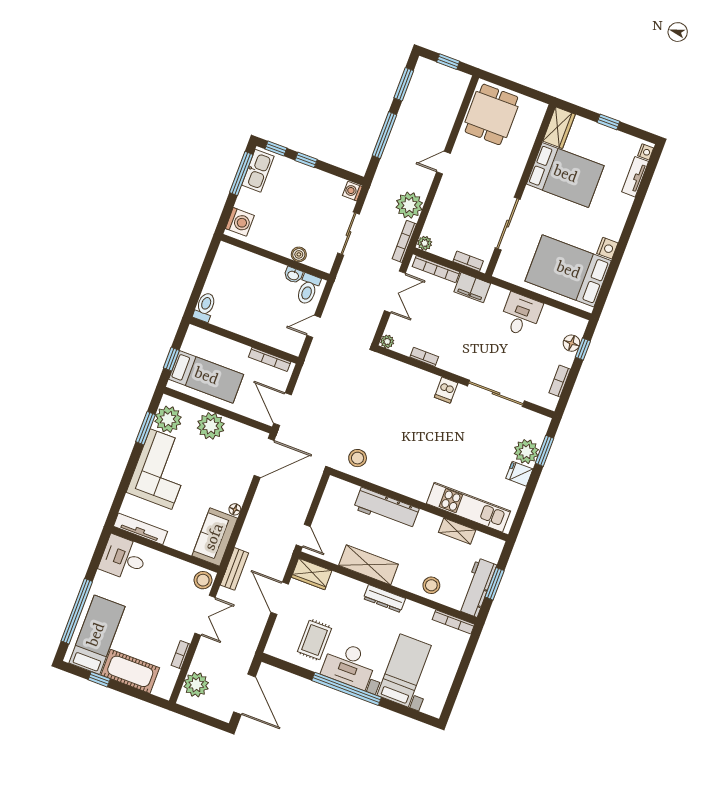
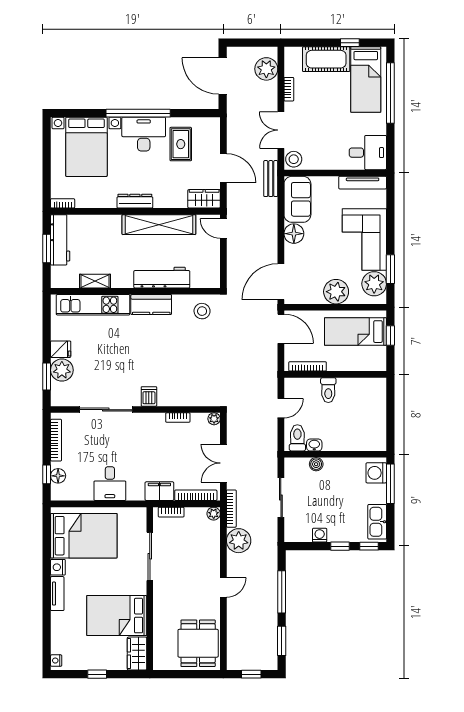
window: (241, 173) -> (390, 484), moved
tv unit: (635, 177) -> (57, 594), moved
washing machine: (352, 191) -> (320, 535), moved, turned -90
toilet: (205, 307) -> (328, 390), moved
bookcase: (560, 381) -> (56, 440), width x1.56
kitchen counter: (408, 485) -> (151, 305), added
floor lamp: (235, 509) -> (294, 234), width x1.89, depth x1.89
shelving: (369, 565) -> (159, 225), width x1.47
stool: (431, 585) -> (100, 227), removed
bookcase: (453, 622) -> (63, 203), width x0.64
bed with nightstands: (404, 670) -> (86, 147), width x1.36

